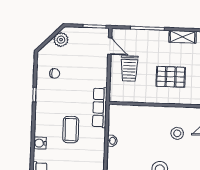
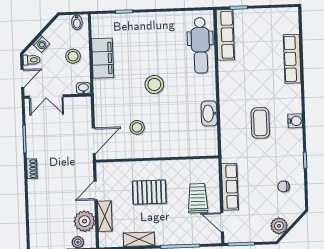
row of seats: (100, 107) -> (230, 187), moved
washbasin: (112, 141) -> (209, 113), width x1.91, depth x1.45
water cooler: (40, 143) -> (295, 121), moved

